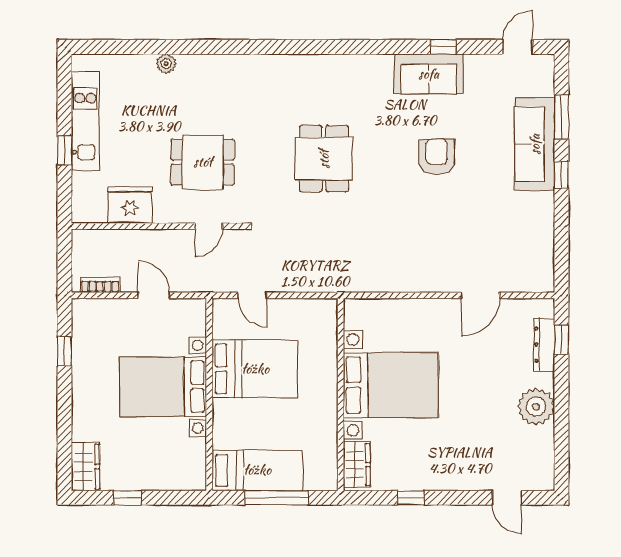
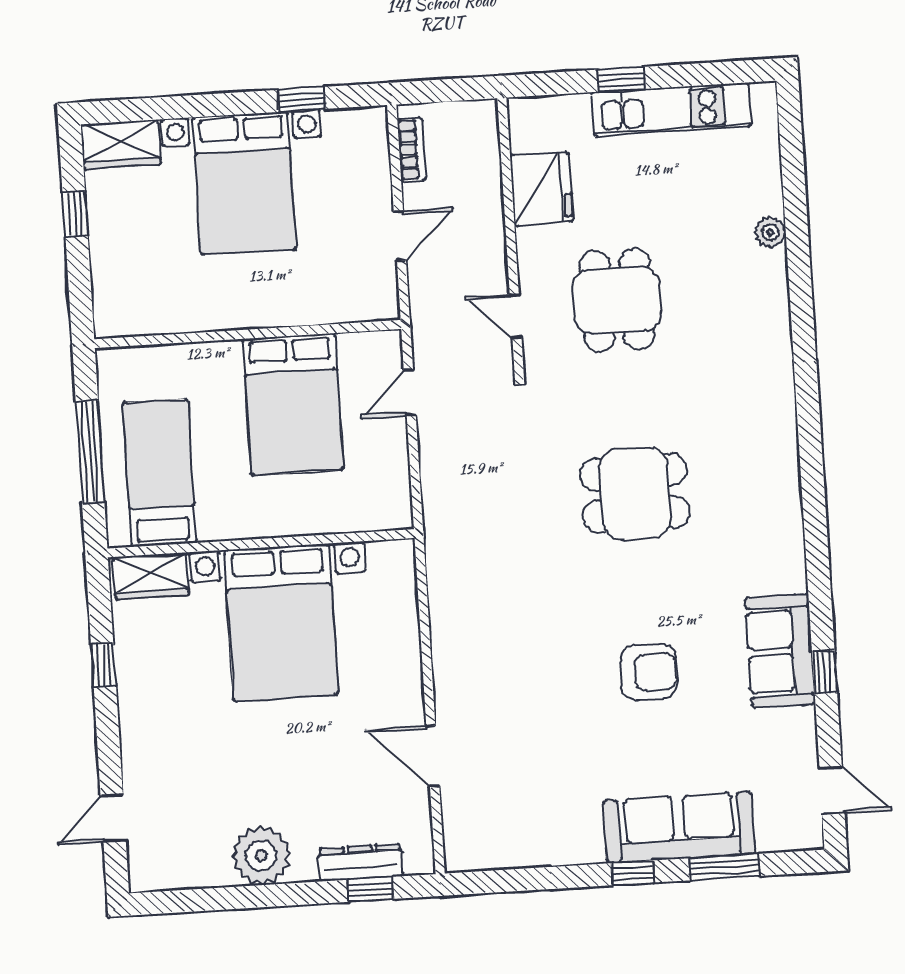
bed with nightstands: (163, 387) -> (244, 183), moved, turned 180
bed: (257, 470) -> (160, 473), moved, turned 180

